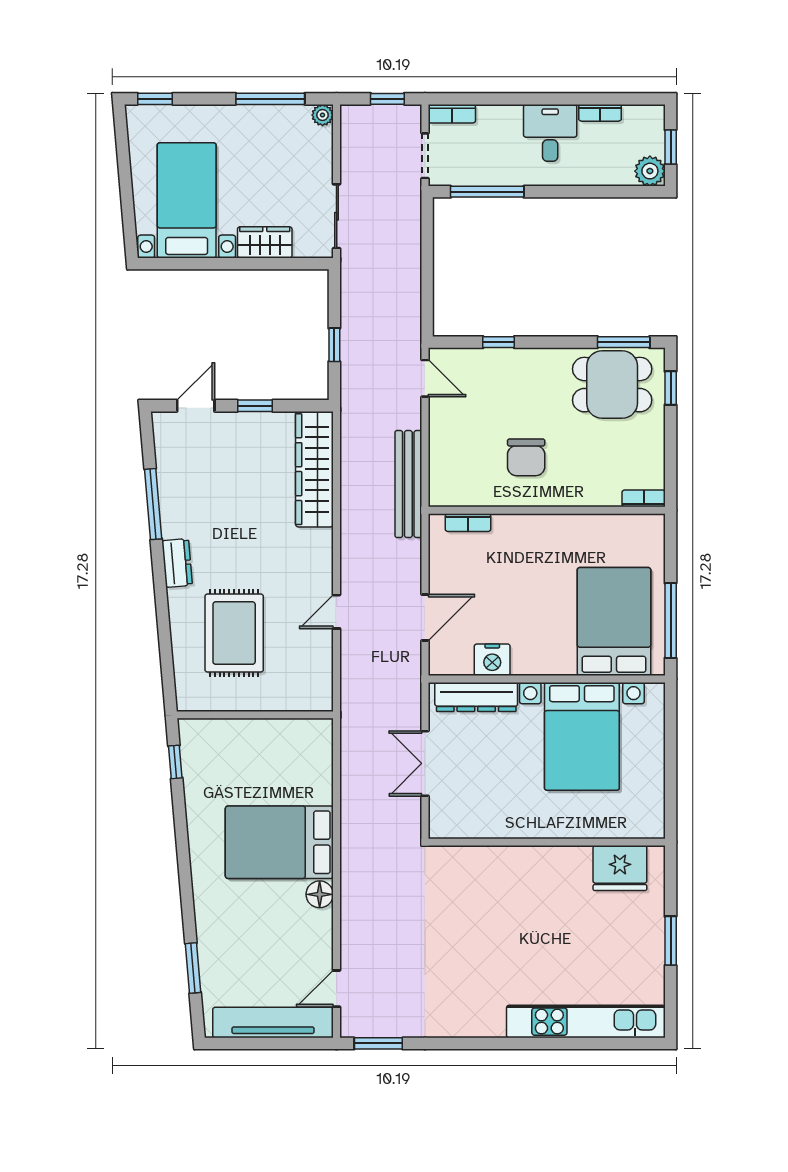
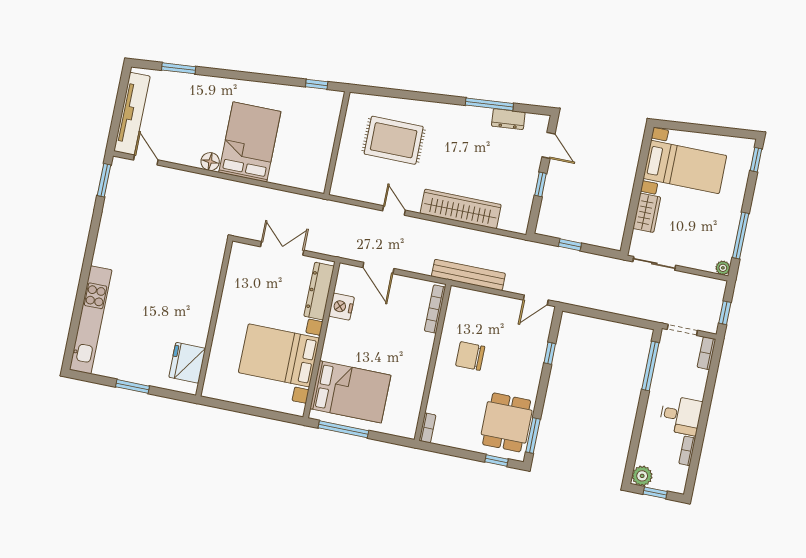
wardrobe: (314, 469) -> (461, 209), moved
bookcase: (468, 523) -> (435, 309), width x1.56
dresser: (177, 563) -> (508, 119), moved

